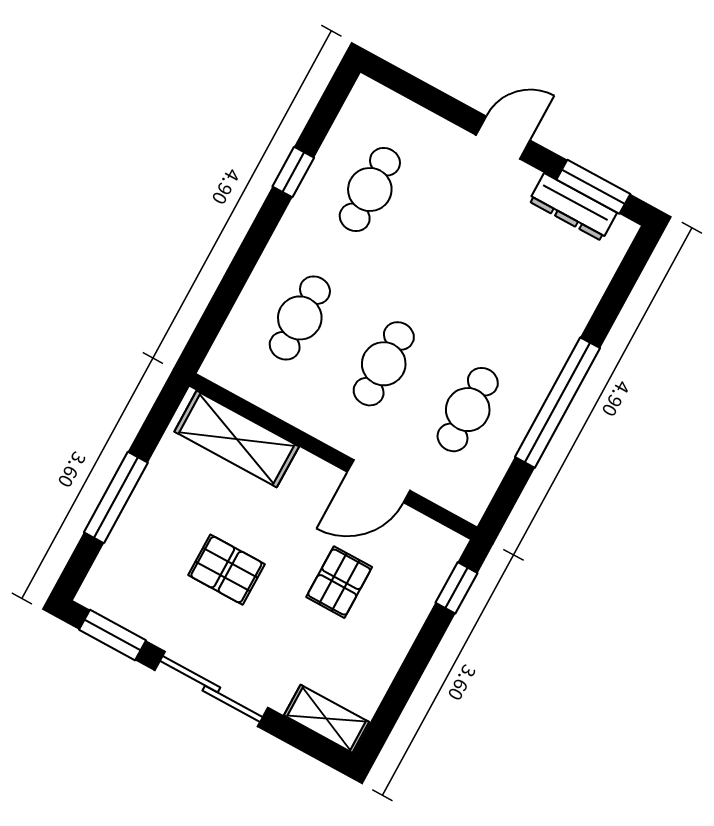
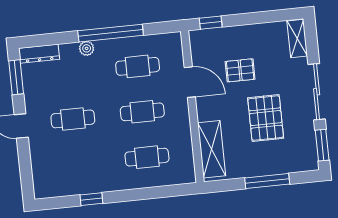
cafe table: (370, 190) -> (73, 119), moved
dresser: (573, 207) -> (39, 54), moved, turned 90
plant: (560, 343) -> (87, 48), added
pallet: (226, 570) -> (266, 118), width x1.50, depth x1.42

